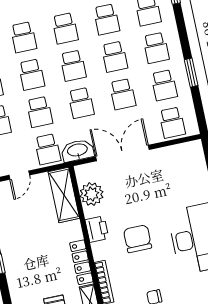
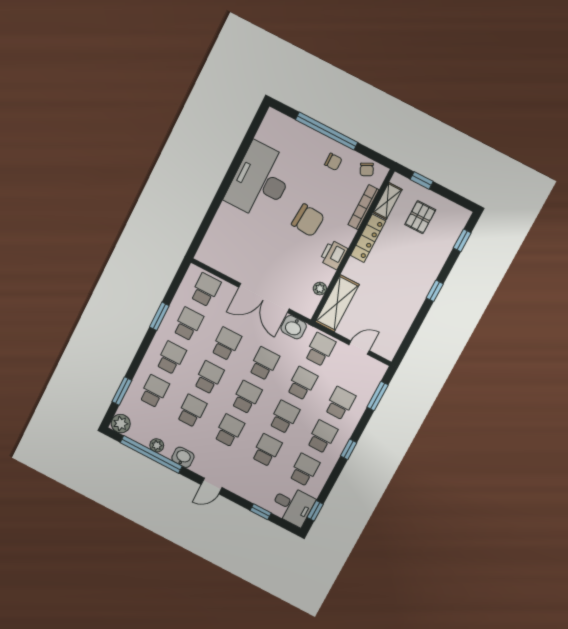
washbasin: (78, 150) -> (294, 327), width x0.72
plant: (92, 194) -> (320, 289), width x0.53, depth x0.53
chair: (137, 239) -> (308, 220), turned -86

